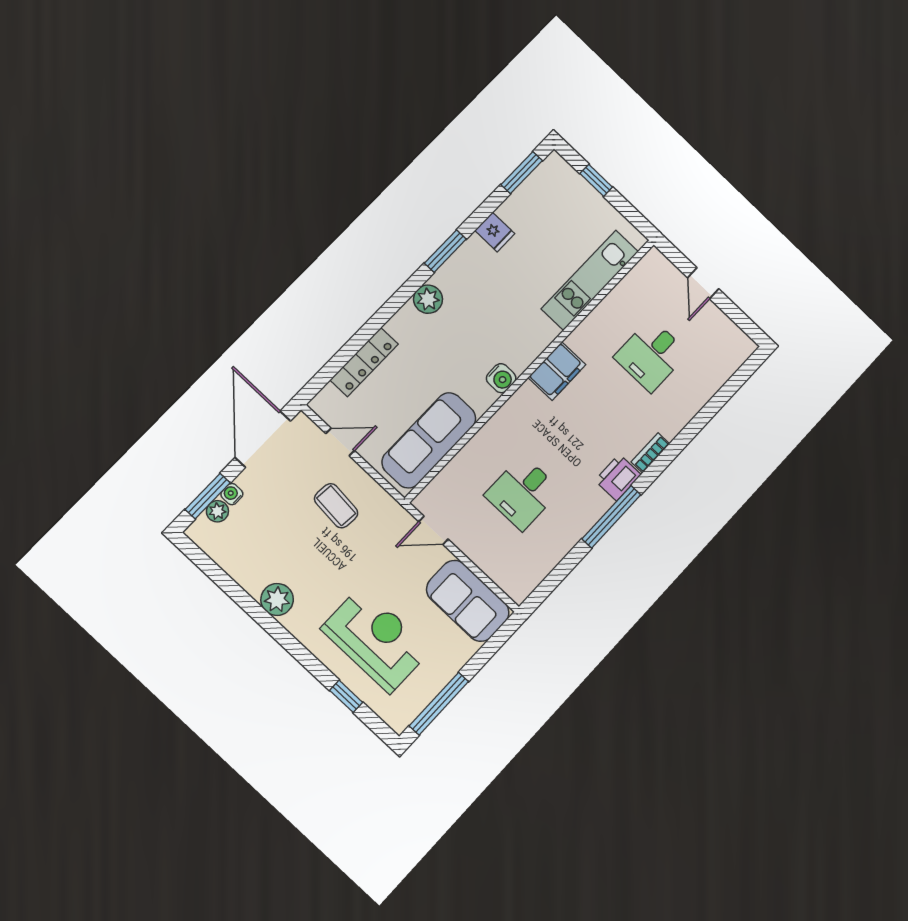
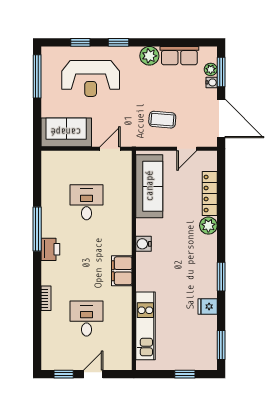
door: (703, 283) -> (93, 374), hinge flipped
plant: (428, 299) -> (208, 226), moved
window: (738, 316) -> (64, 374), added
bookcase: (650, 453) -> (46, 298), moved
row of seats: (240, 565) -> (179, 56), added
window: (299, 652) -> (119, 42), added

